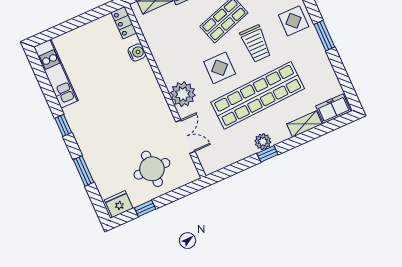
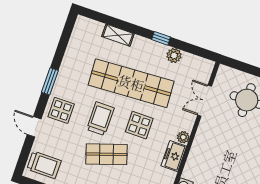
plant: (183, 94) -> (183, 137), width x0.53, depth x0.53
freezer: (333, 109) -> (174, 156), moved, turned 90
plant: (263, 142) -> (174, 55), moved

